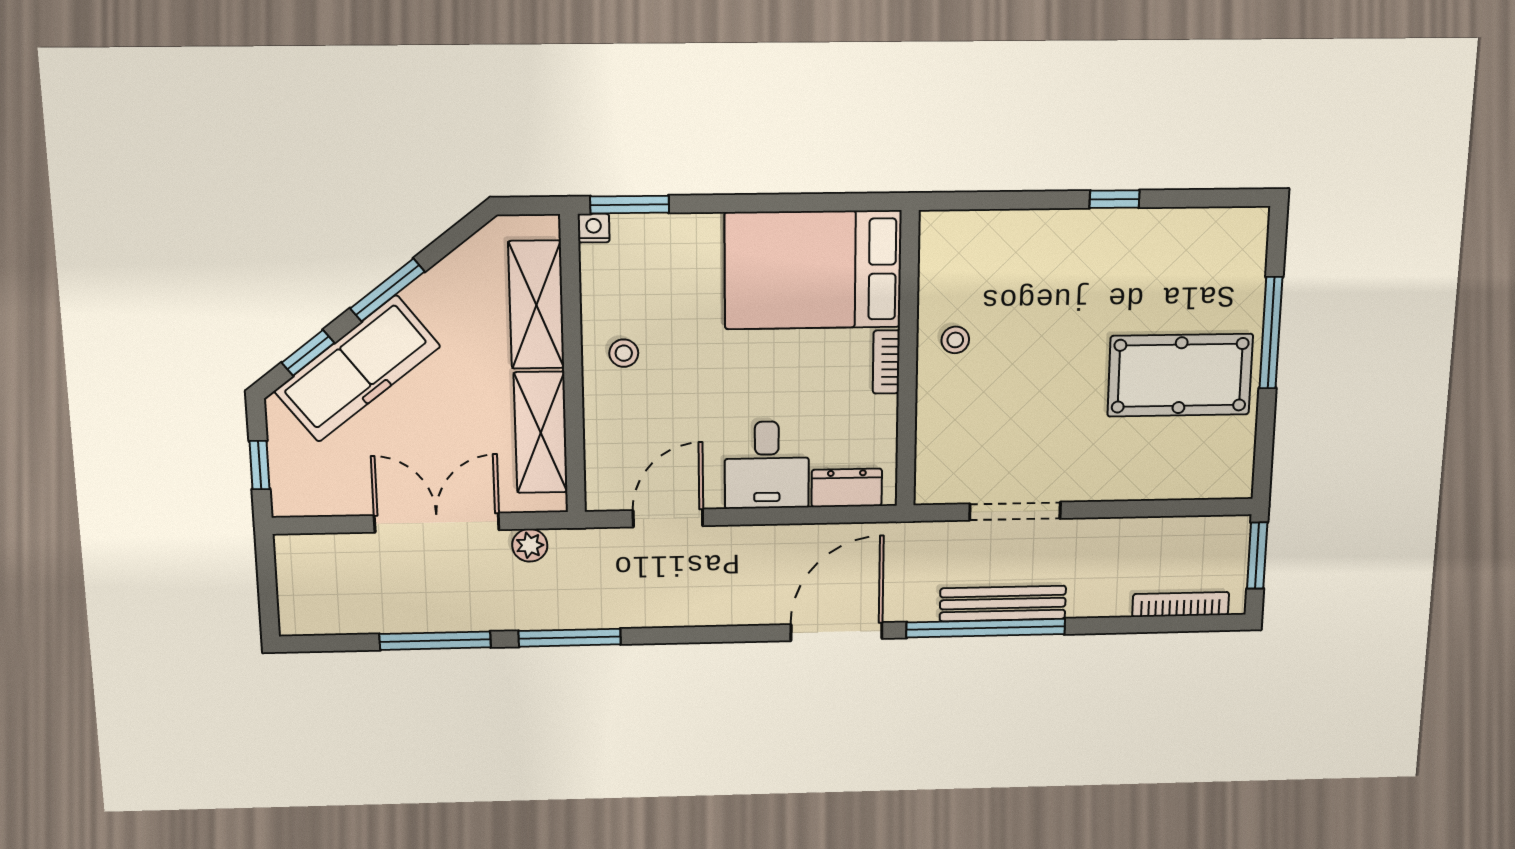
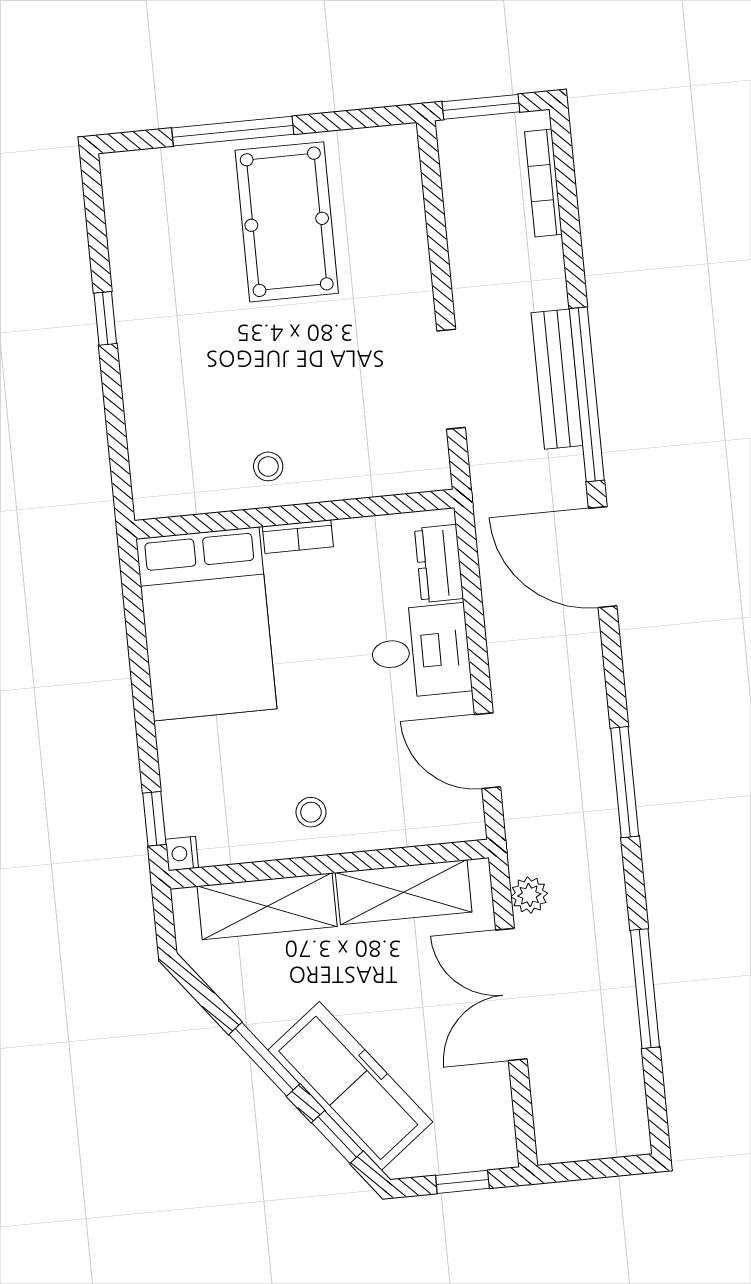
window: (630, 205) -> (154, 819), width x0.67
window: (570, 638) -> (625, 782), moved

